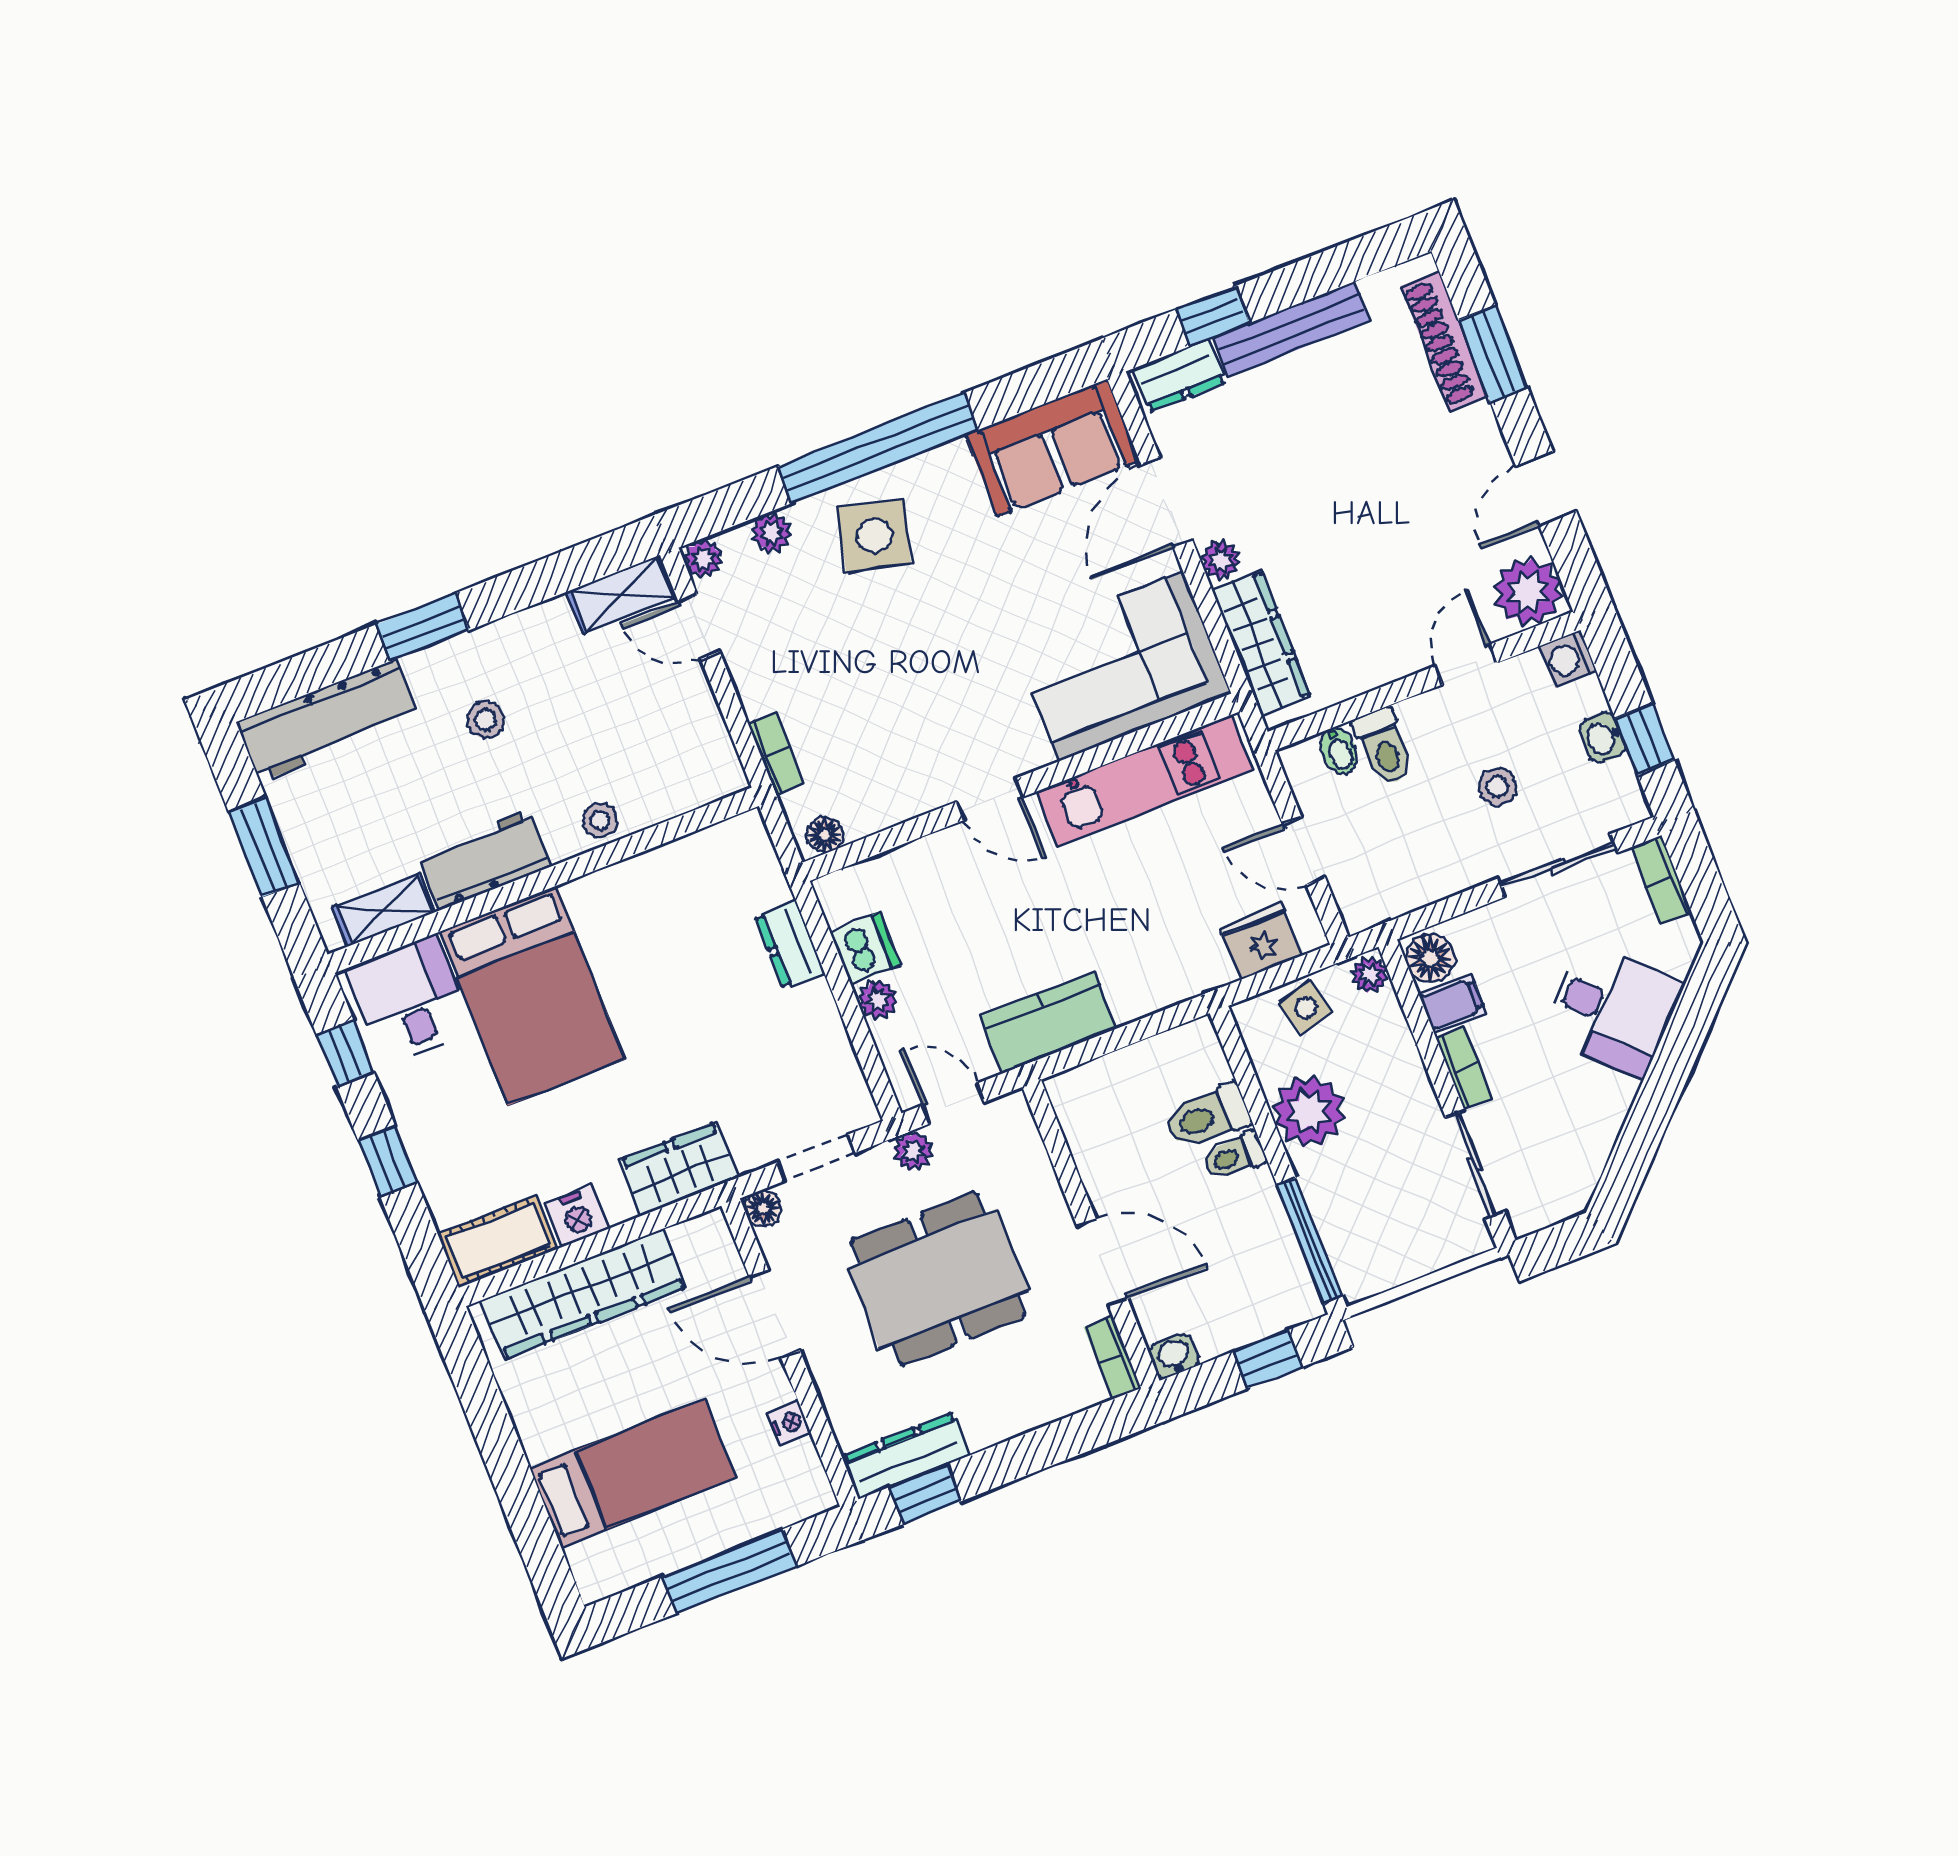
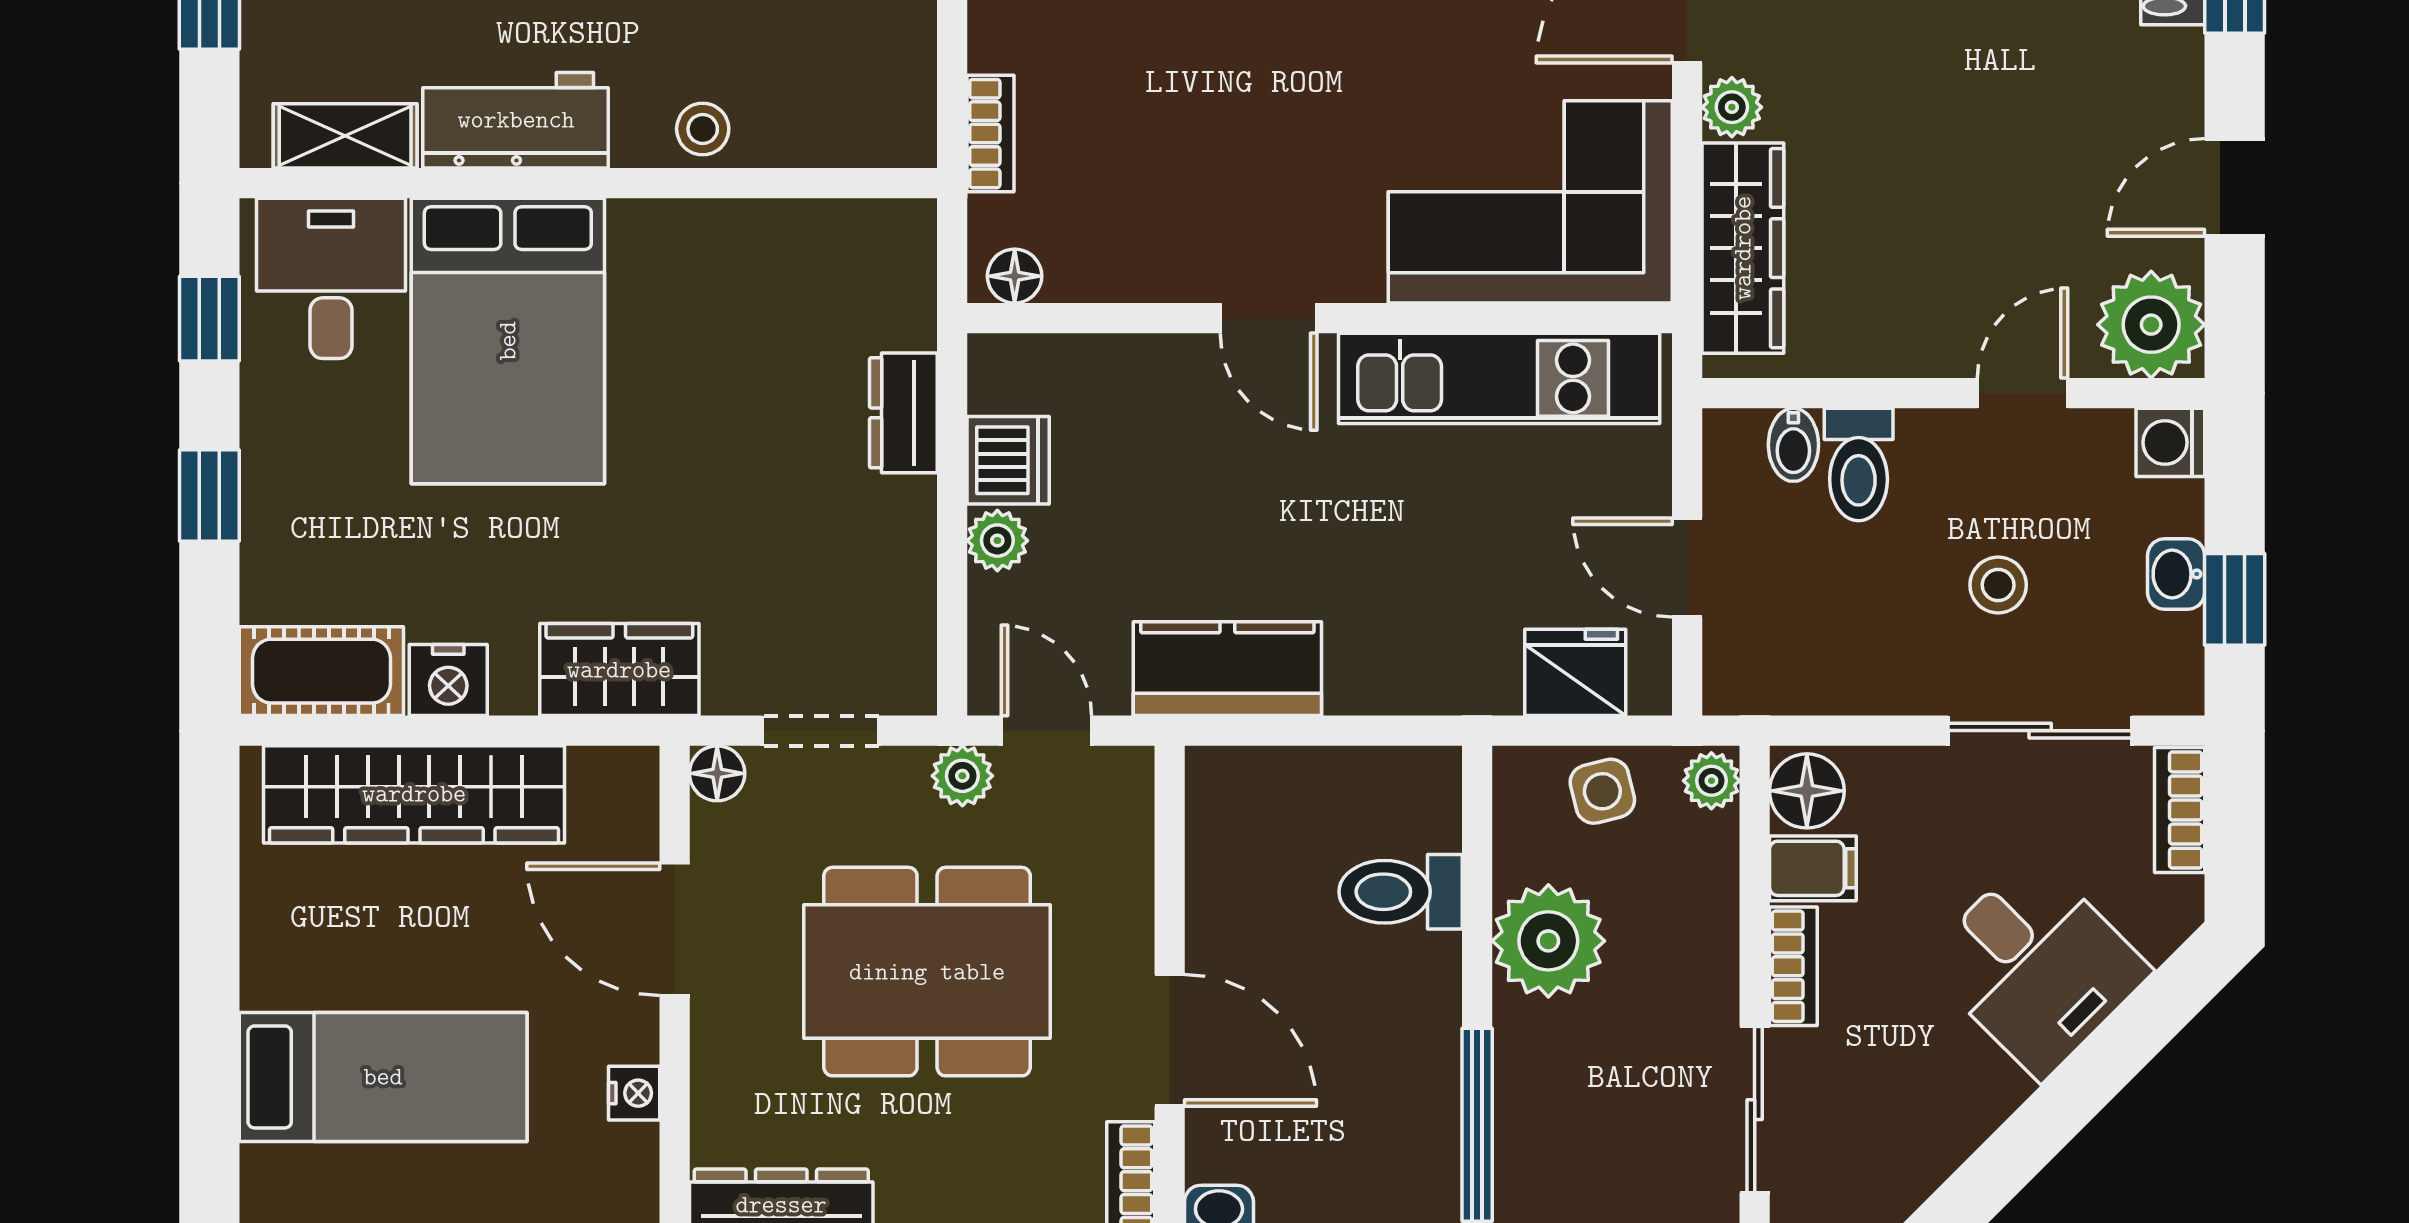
toilet: (1234, 1156) -> (1417, 963), removed

